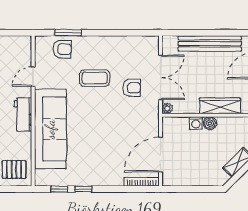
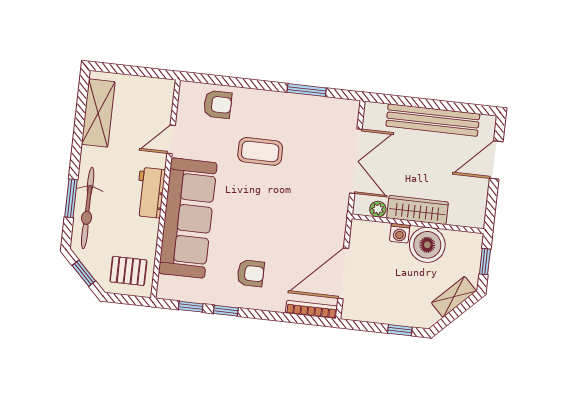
window: (68, 33) -> (307, 90), moved
armchair: (132, 88) -> (251, 273), moved
wardrobe: (220, 106) -> (417, 210), moved
plant: (167, 108) -> (378, 209), moved
boiler: (210, 123) -> (427, 245), width x1.86, depth x1.86
window: (203, 189) -> (400, 330), added

